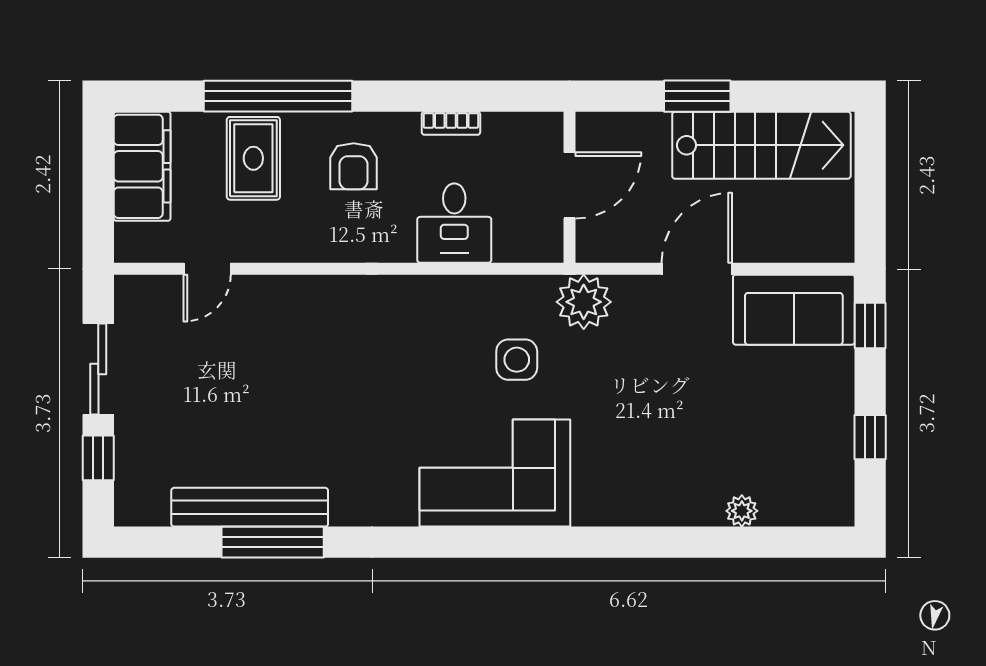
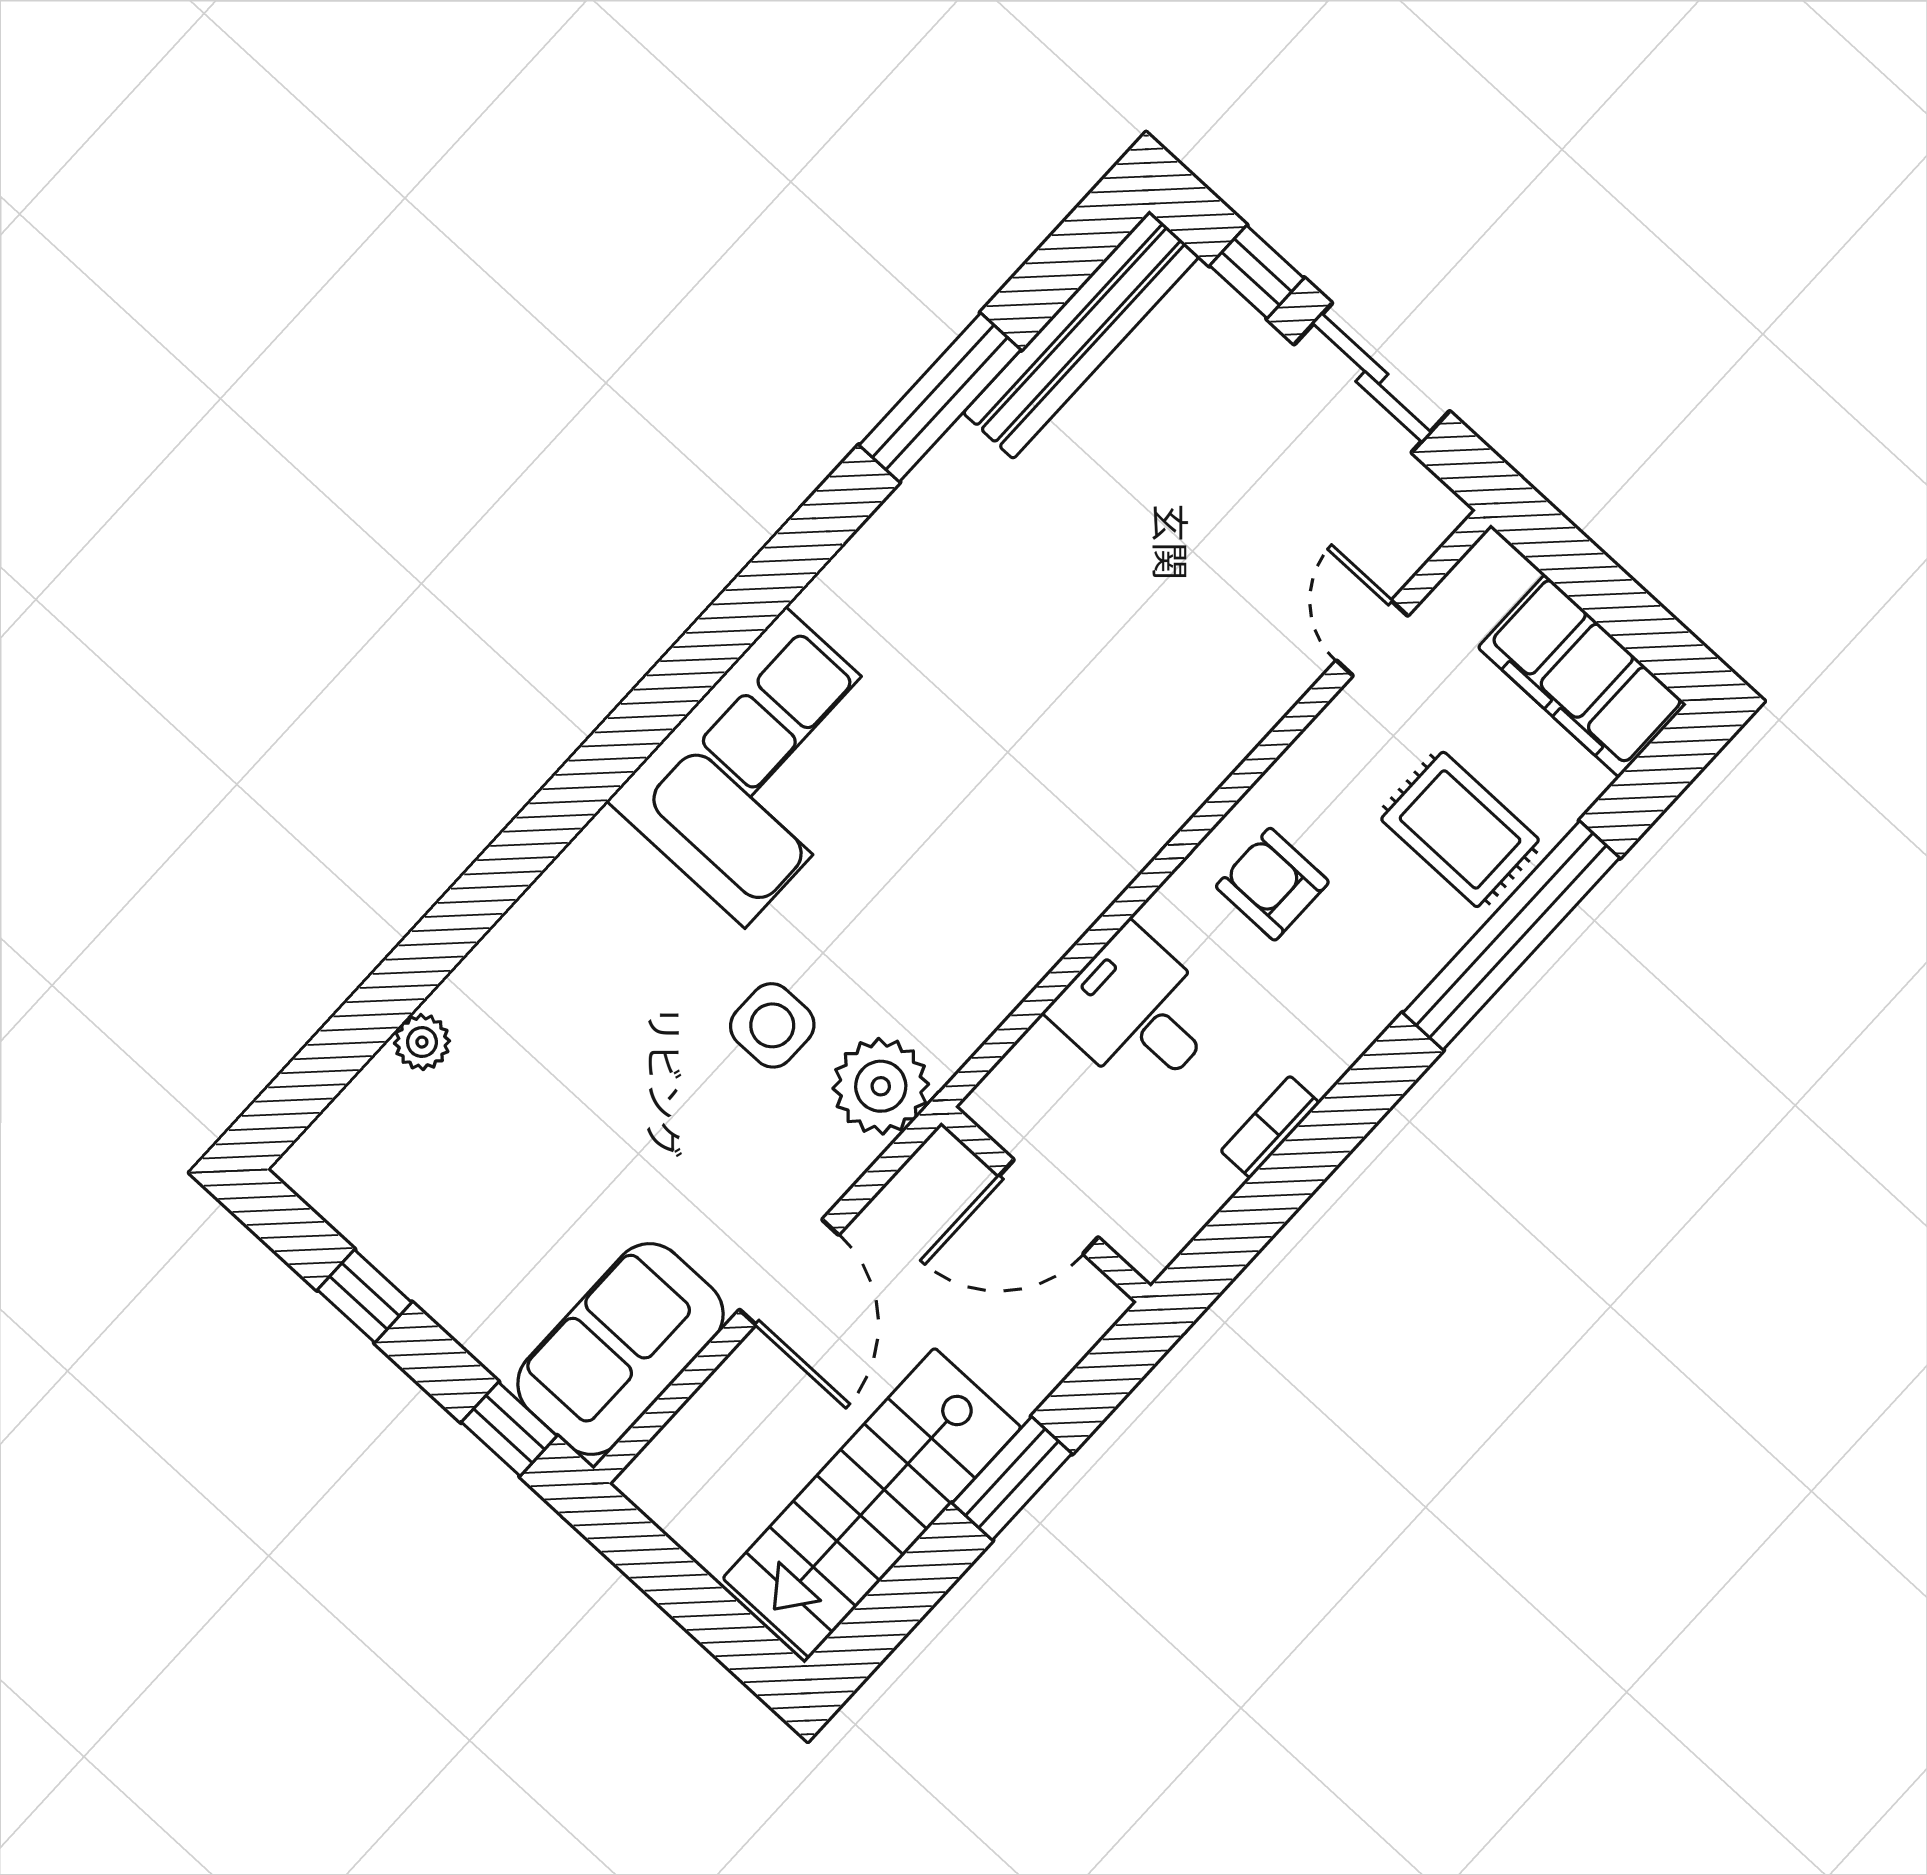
armchair: (354, 166) -> (1272, 884), moved
door: (570, 185) -> (1049, 1207), hinge flipped
side table: (517, 360) -> (772, 1025), moved
bench: (250, 507) -> (1081, 335), moved

